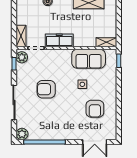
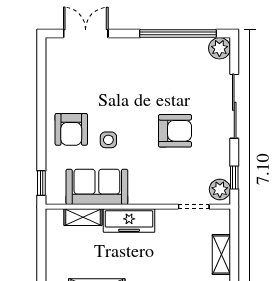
shelving: (21, 36) -> (221, 255), moved
freezer: (59, 40) -> (129, 221), moved
shelving: (106, 42) -> (83, 217), moved
armchair: (95, 109) -> (71, 129), moved, turned 180

